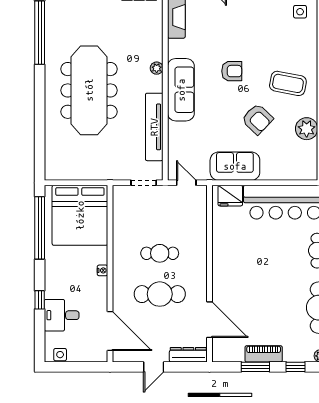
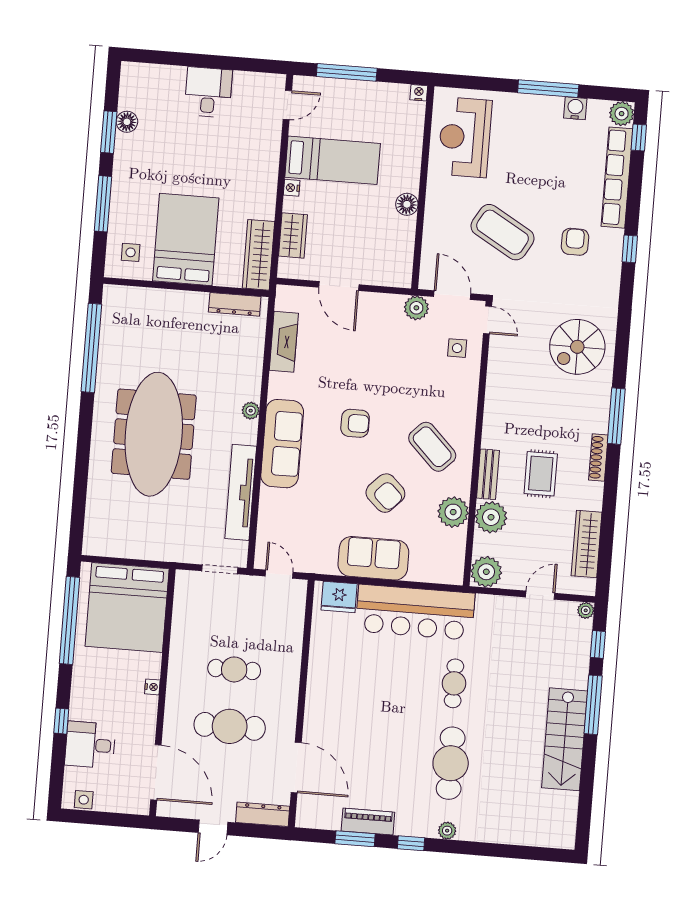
coffee table: (288, 83) -> (432, 447), turned 34
sofa: (235, 166) -> (373, 558), moved

